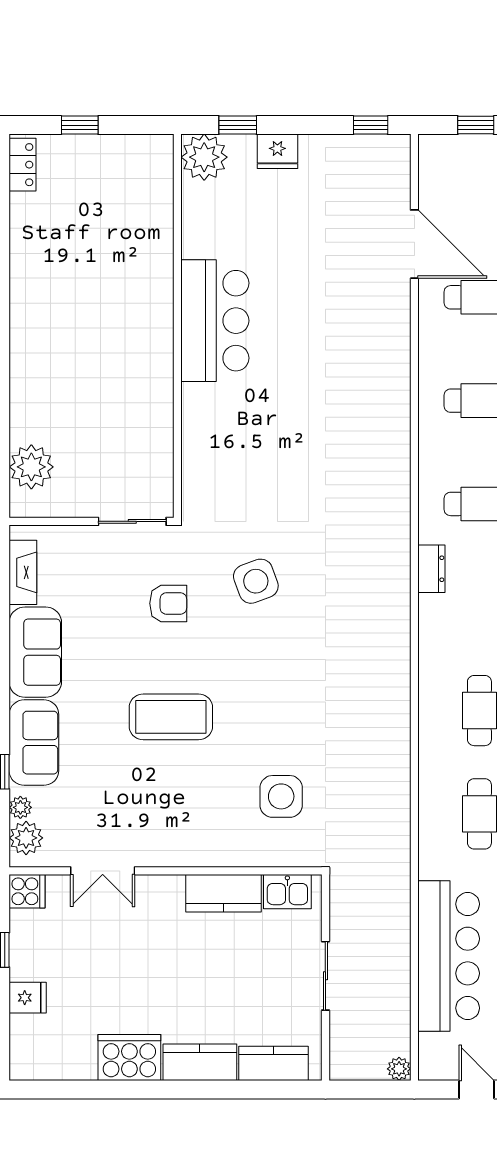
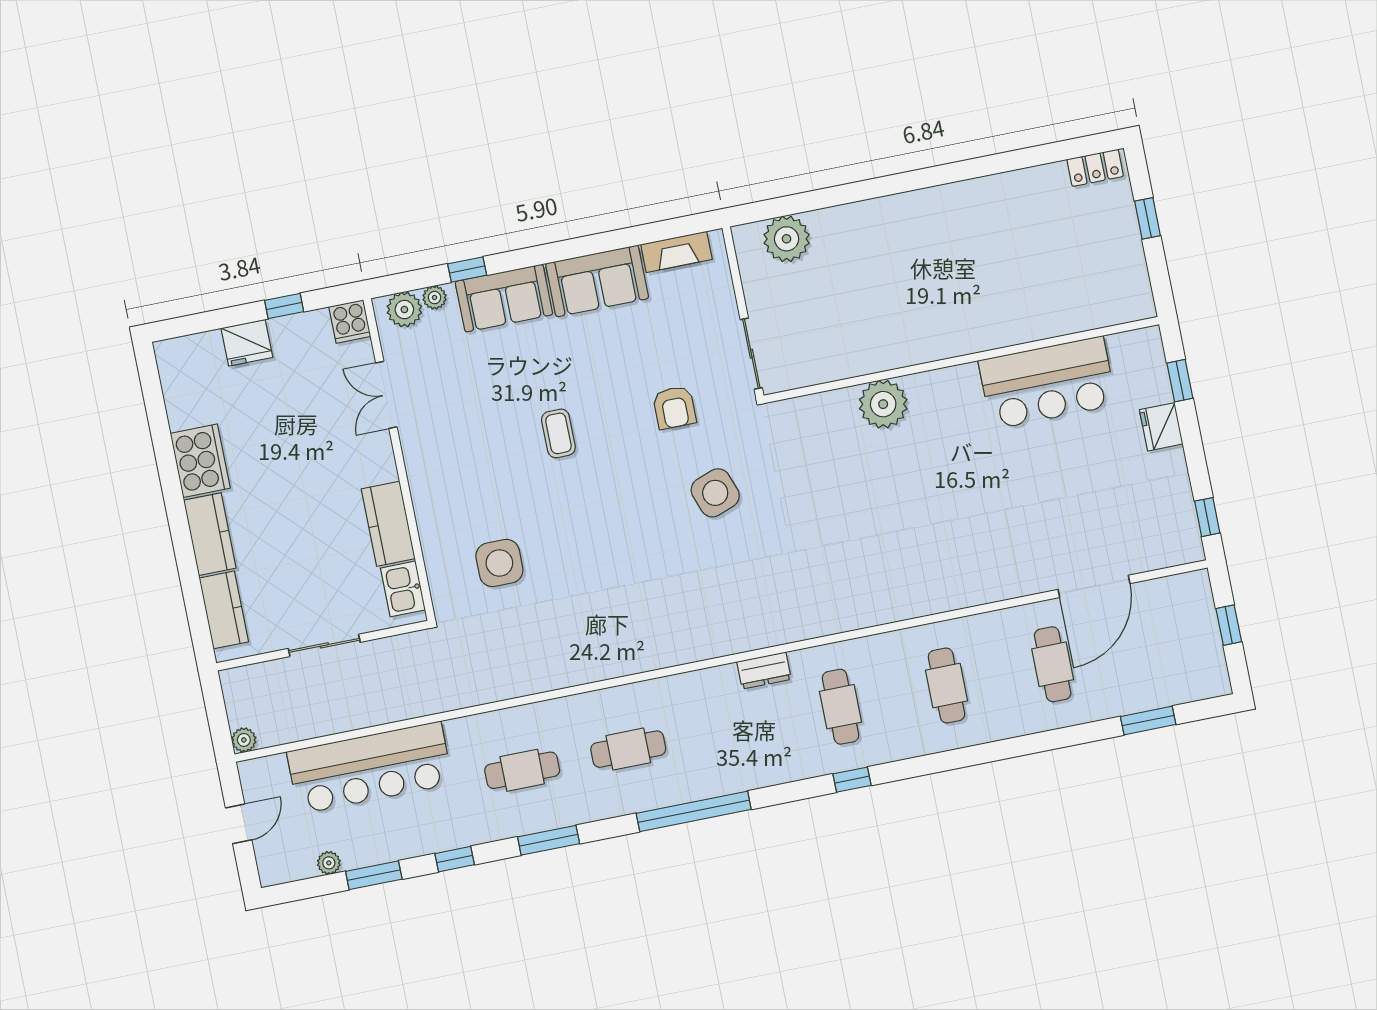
plant: (204, 157) -> (883, 404), moved
bar counter: (215, 321) -> (1047, 383), moved
coffee table: (171, 717) -> (558, 433), width x0.54, depth x0.58
fridge: (28, 998) -> (247, 343), width x1.38

